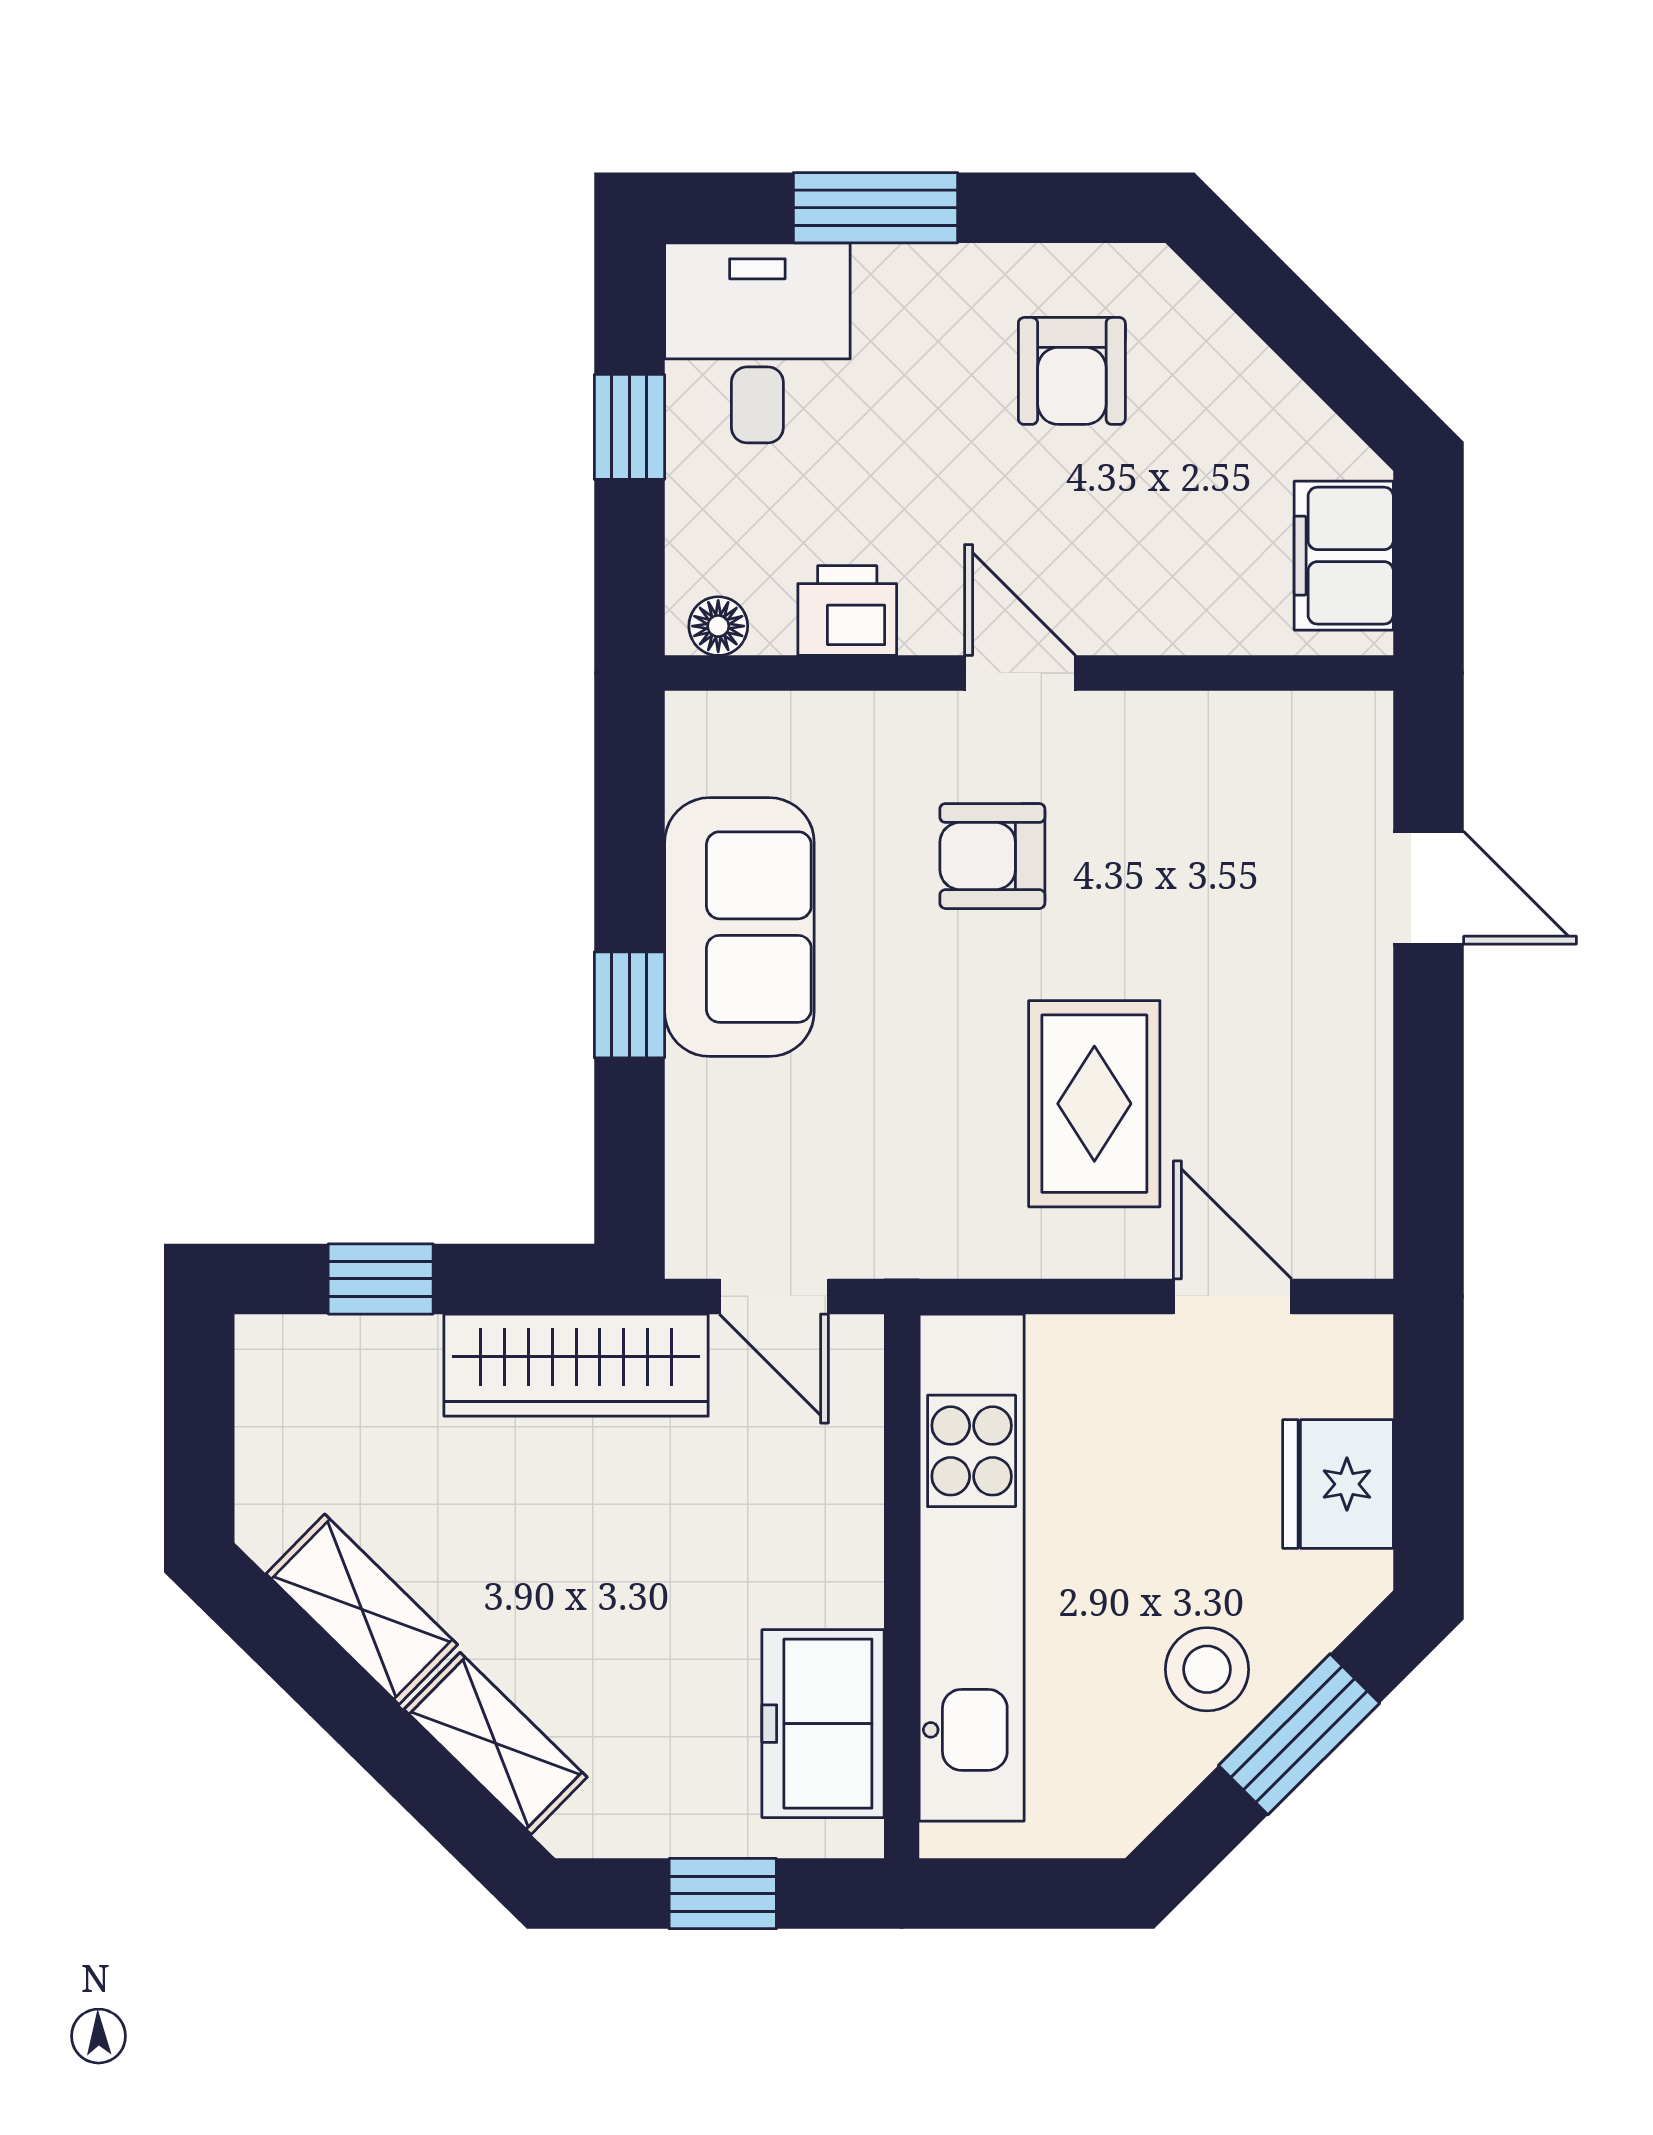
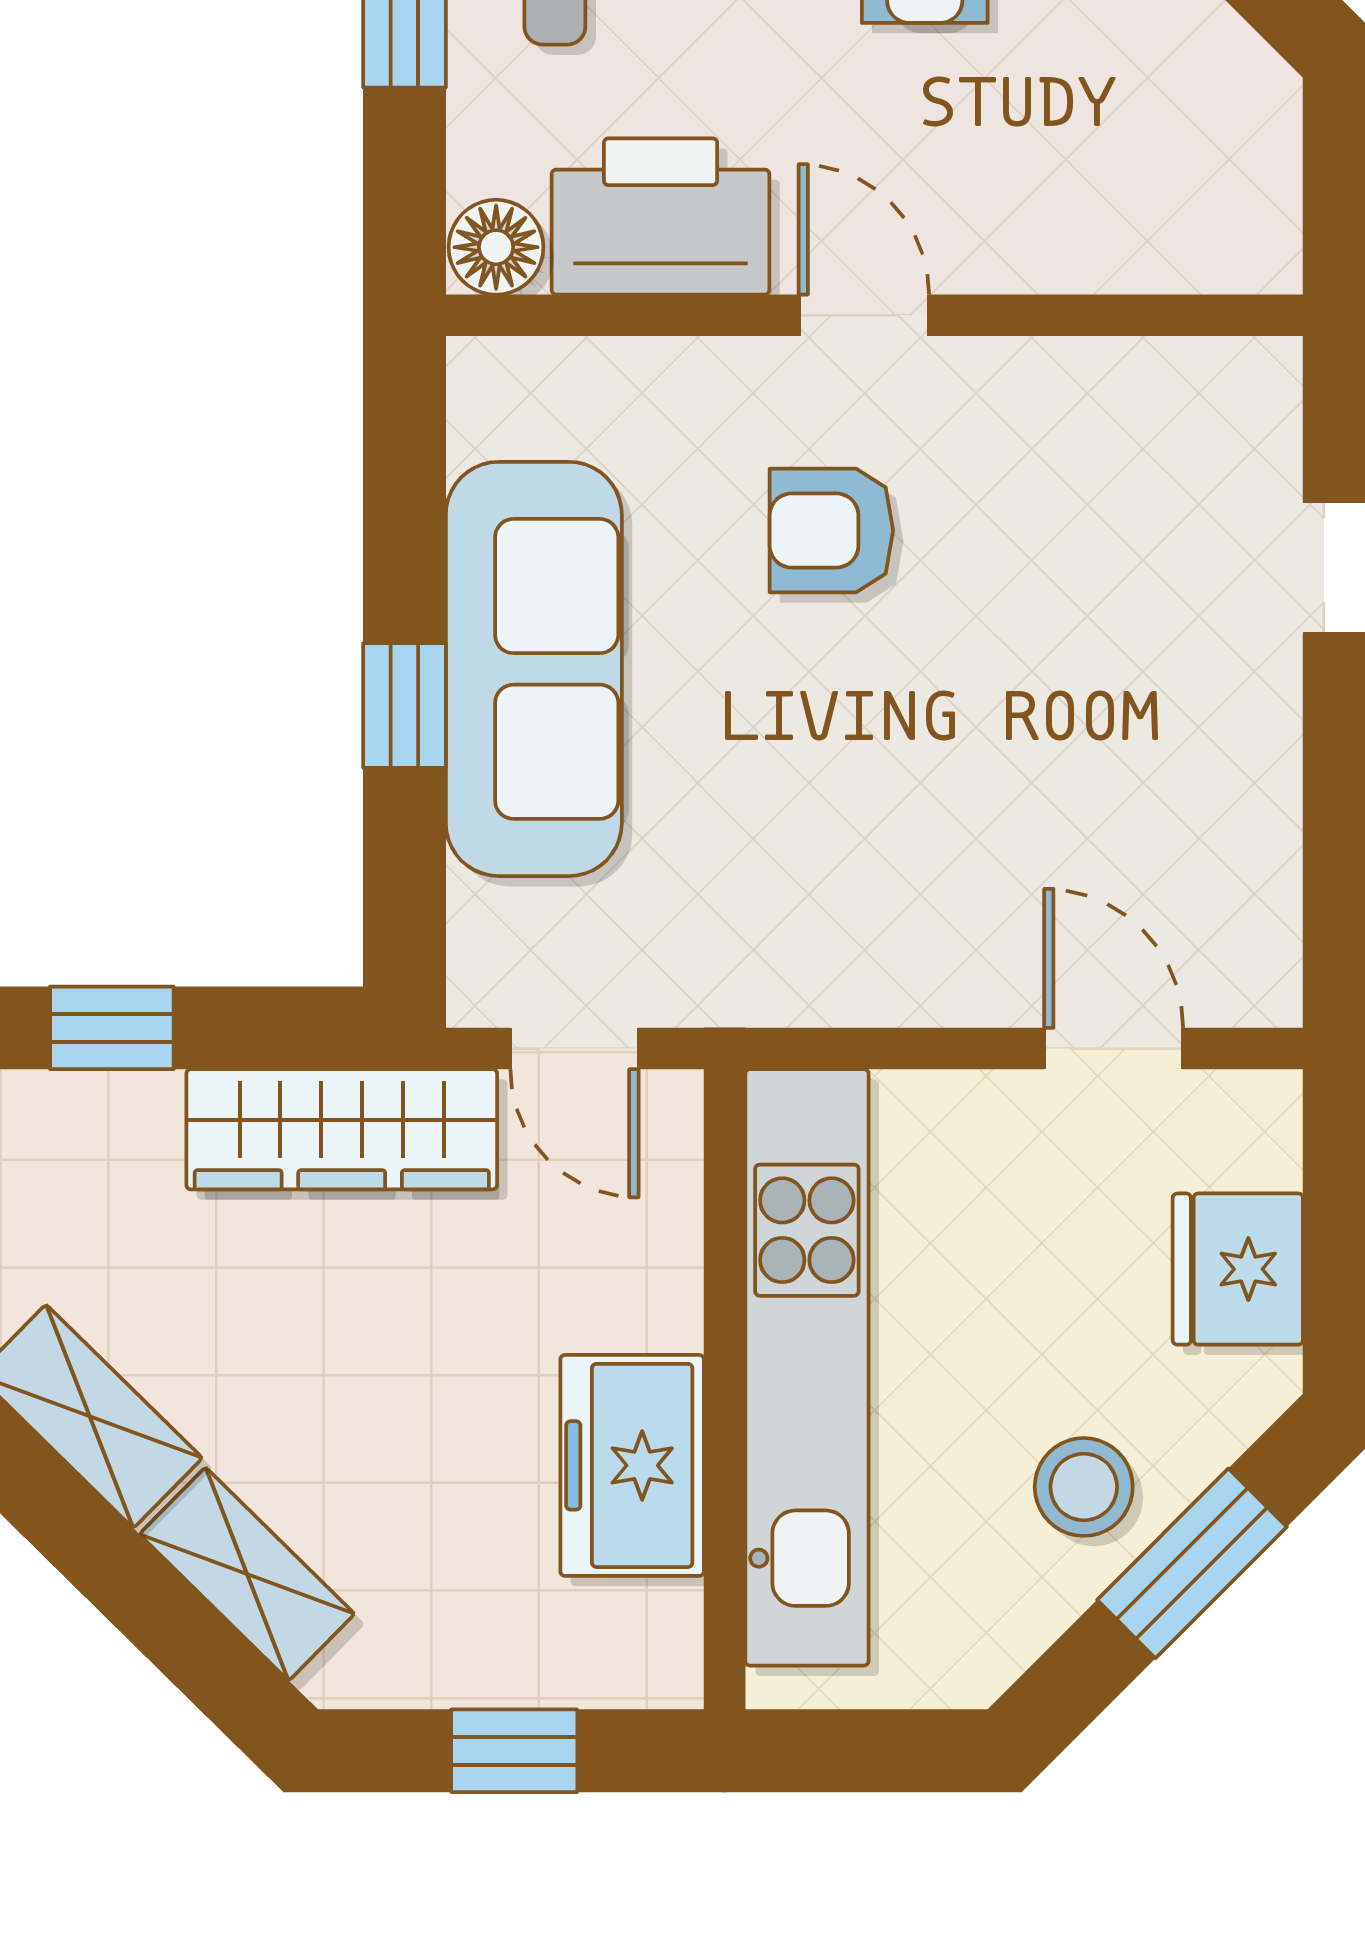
filing cabinet: (1344, 556) -> (1245, 177), removed
printer: (847, 611) -> (661, 216), width x1.87, depth x1.48
floor lamp: (718, 626) -> (496, 247), width x1.37, depth x1.37
sofa: (739, 927) -> (534, 669), width x1.36
rug: (1094, 1104) -> (951, 822), removed
freezer: (823, 1724) -> (632, 1465), moved

